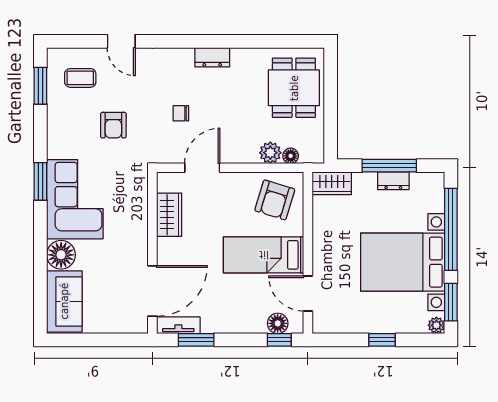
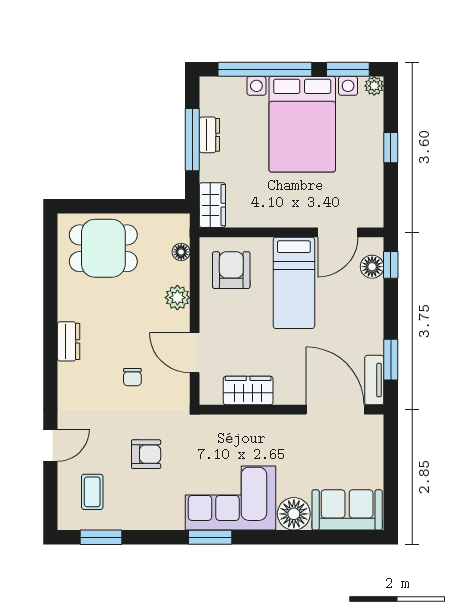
plant: (270, 153) -> (177, 298), moved
armchair: (275, 200) -> (231, 270), turned -107

